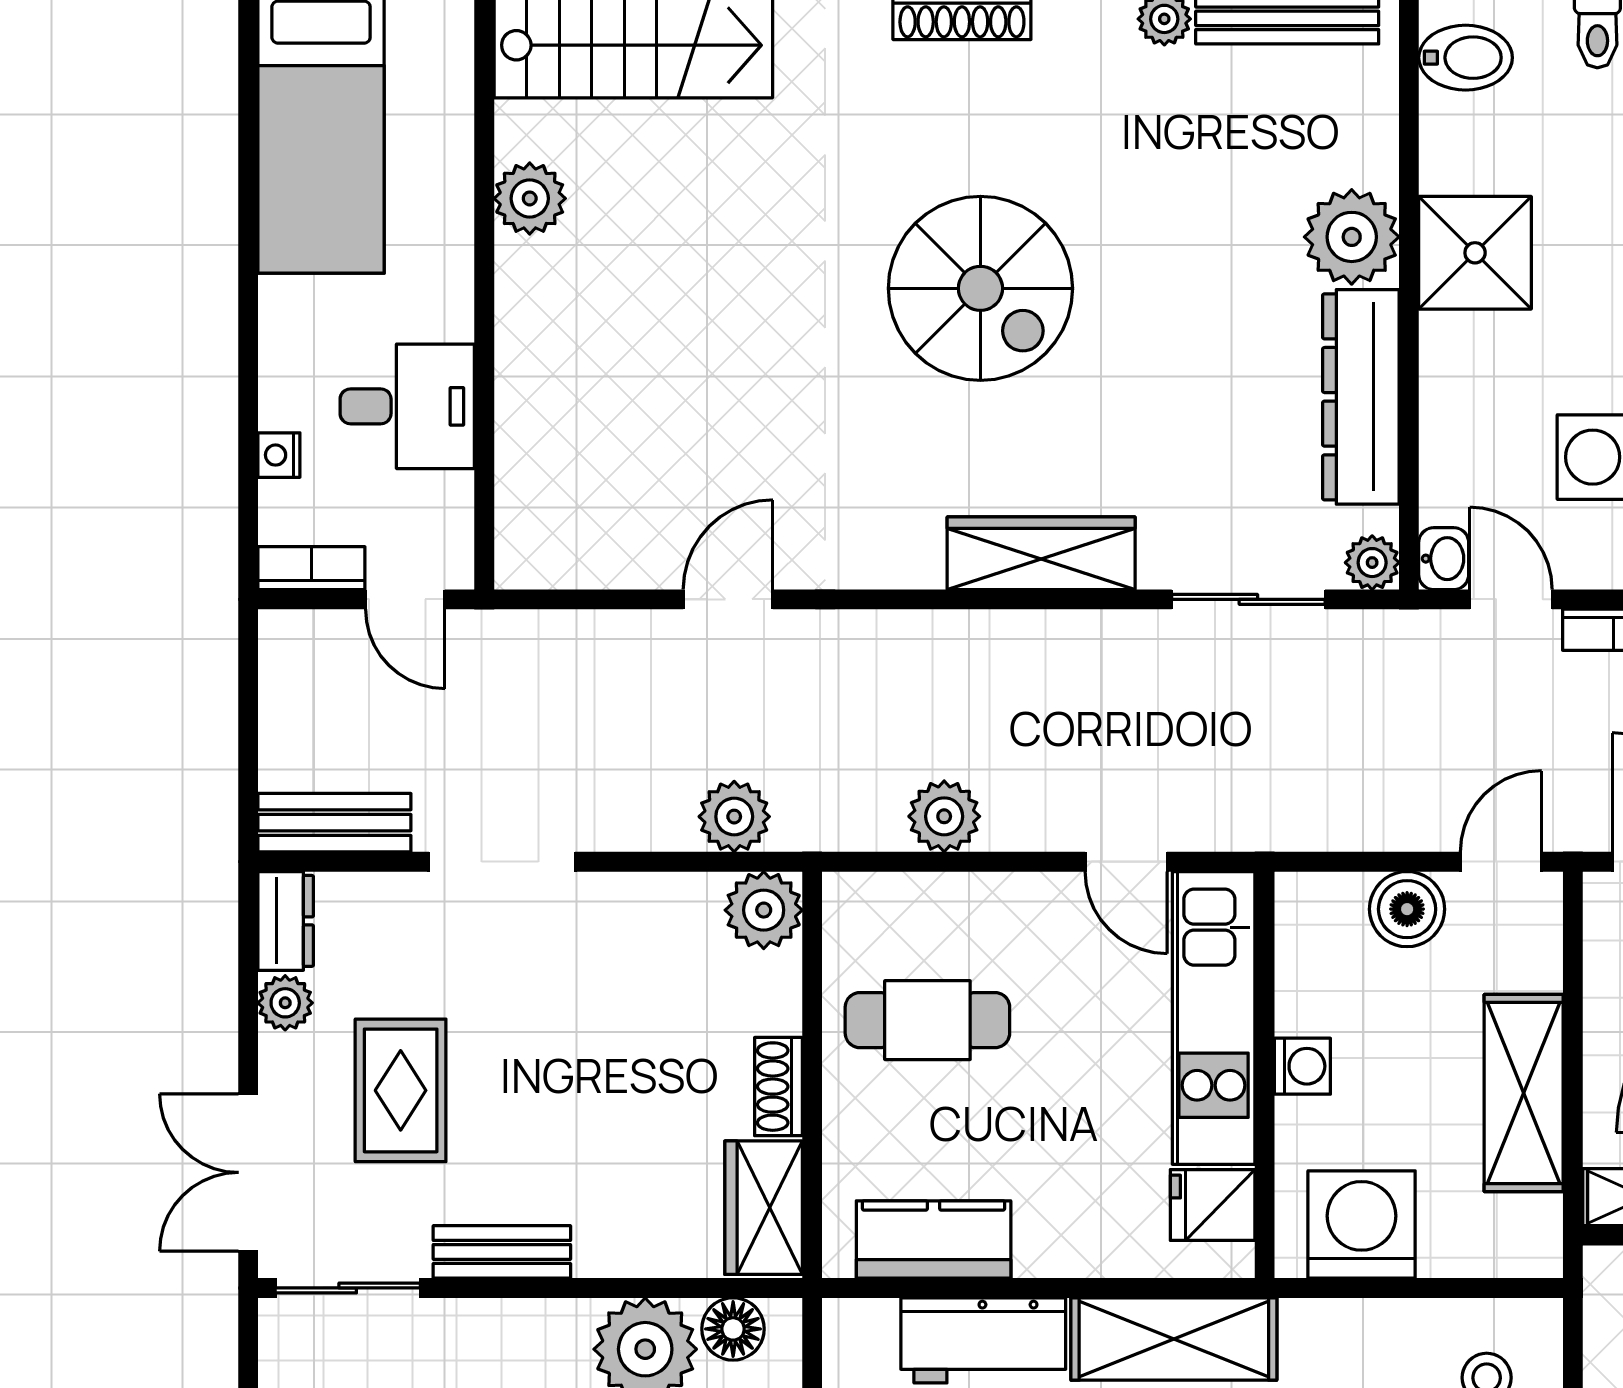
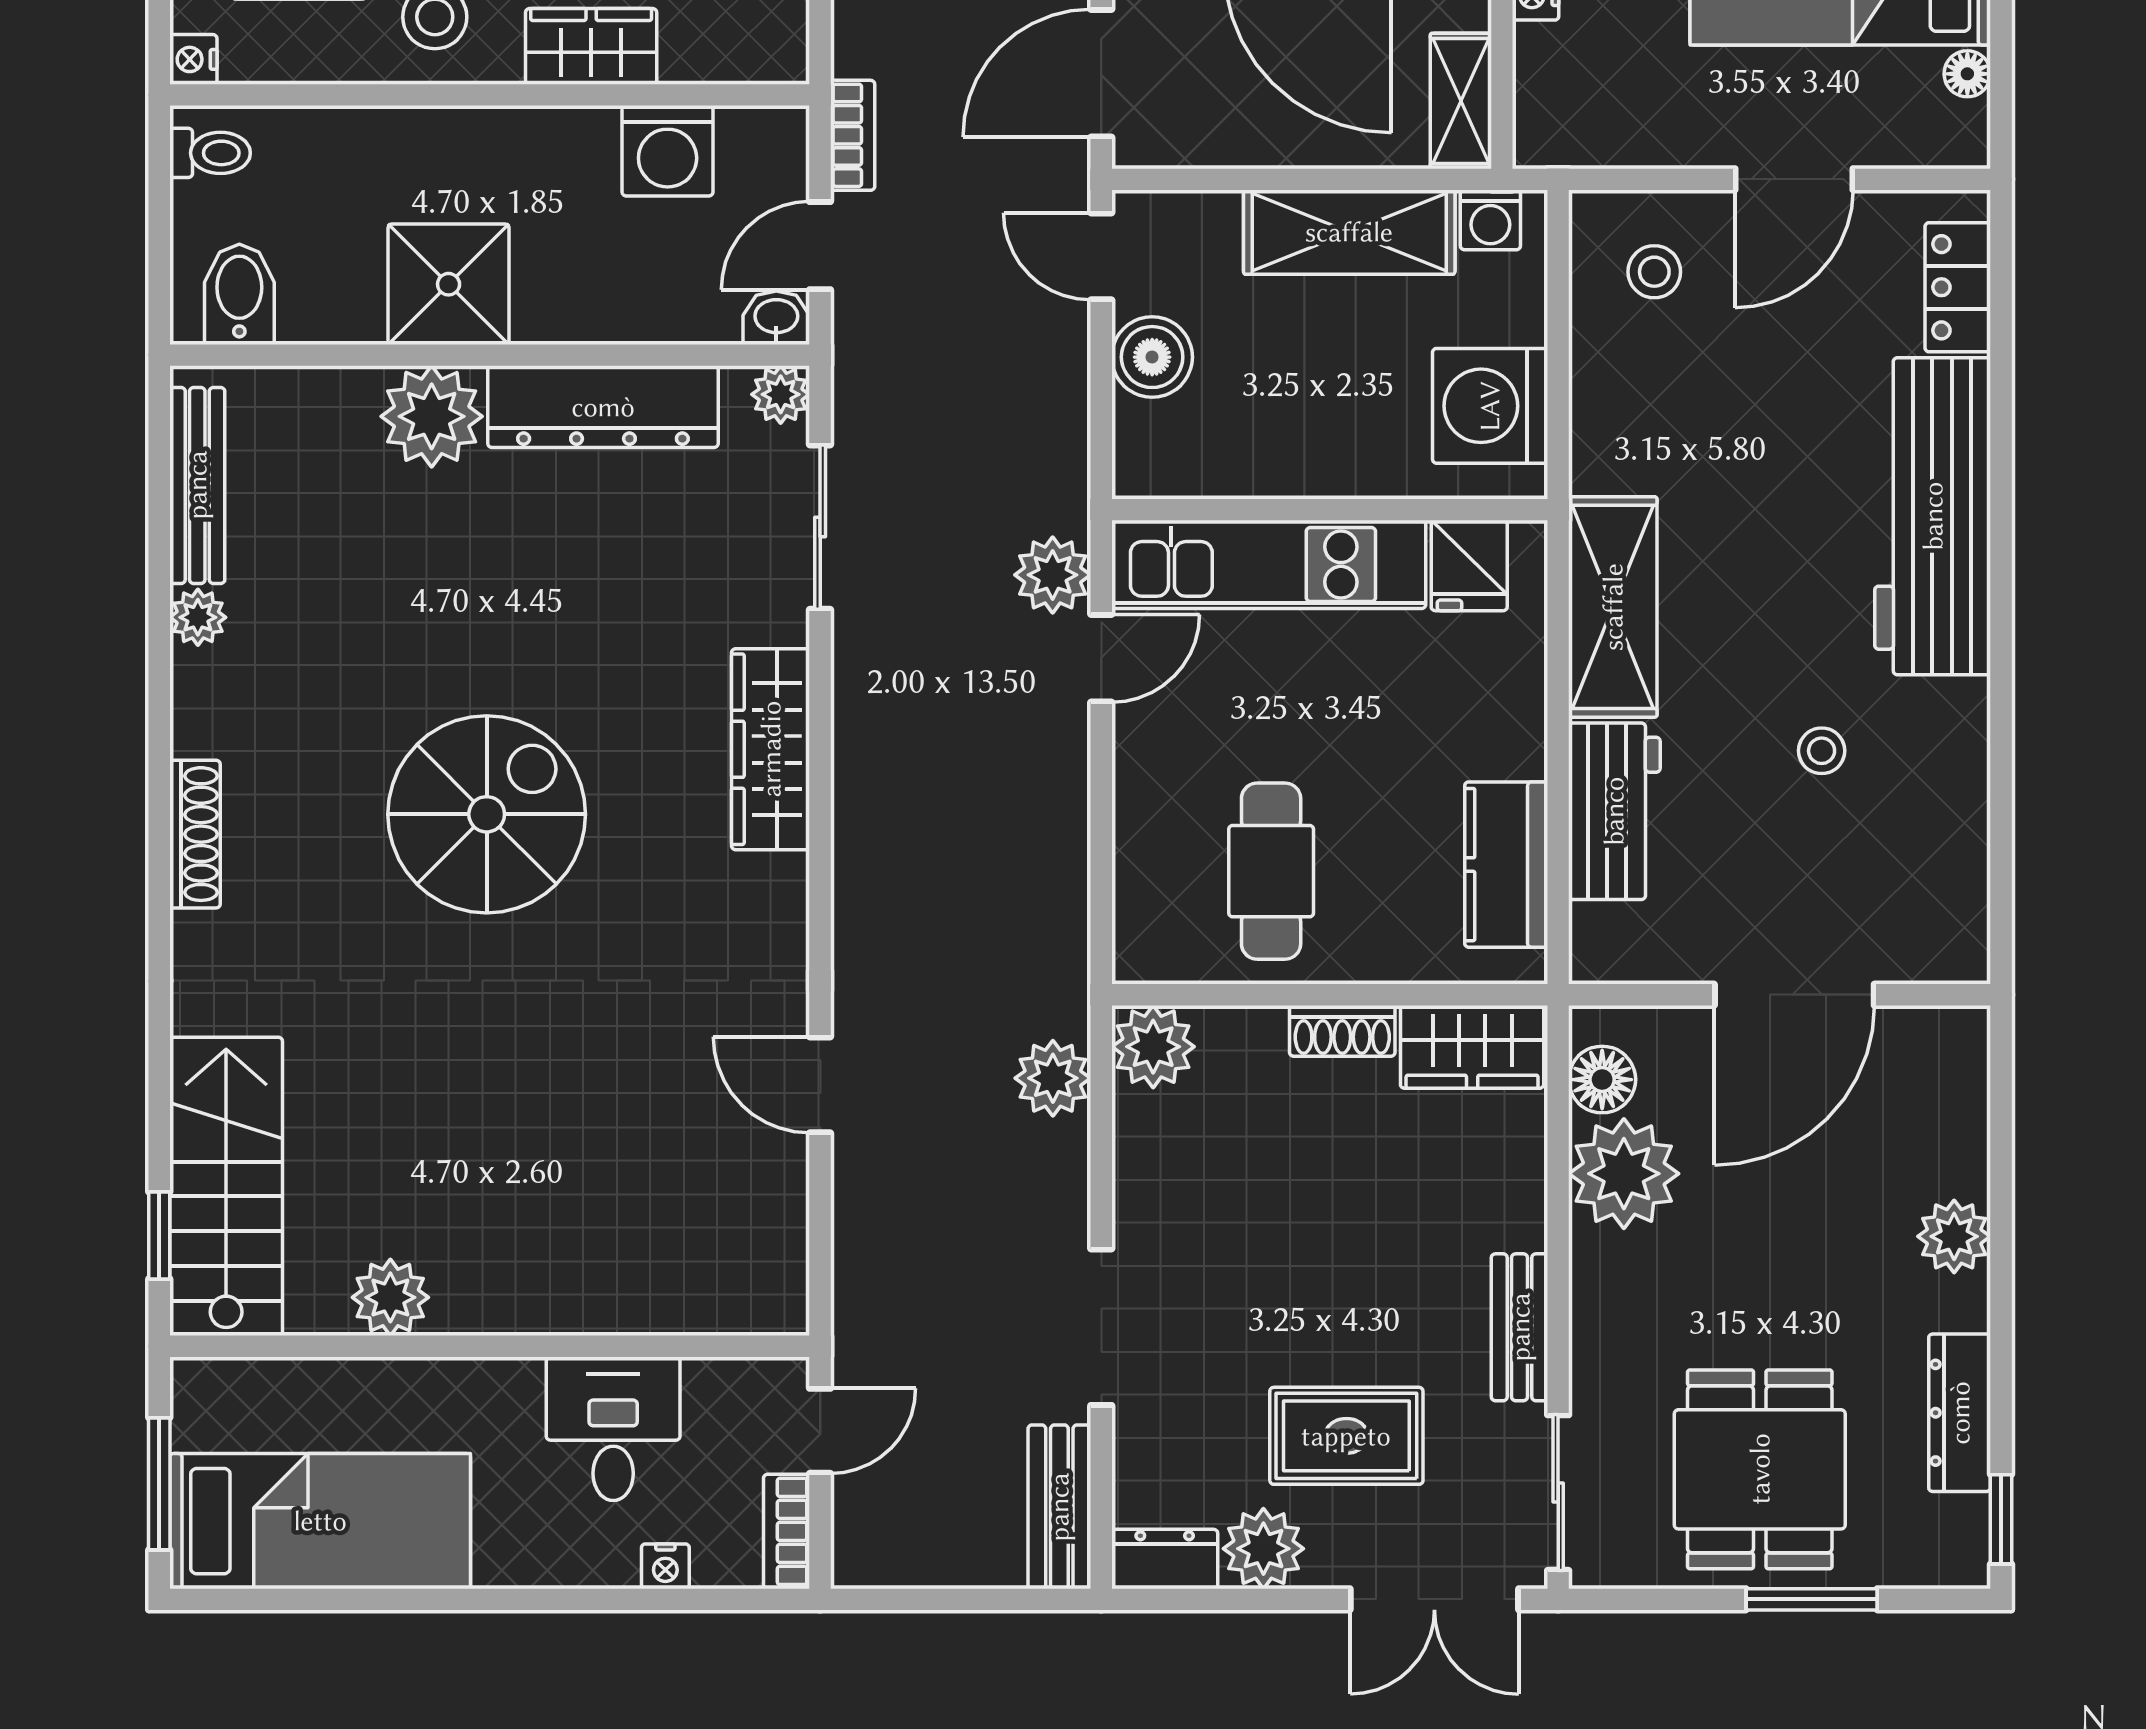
plant: (944, 816) -> (1053, 575), moved
plant: (285, 1003) -> (1263, 1549), width x1.38, depth x1.38
washing machine: (1302, 1066) -> (1490, 220), moved, turned 180

